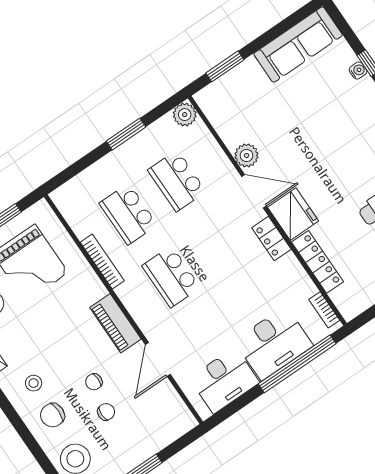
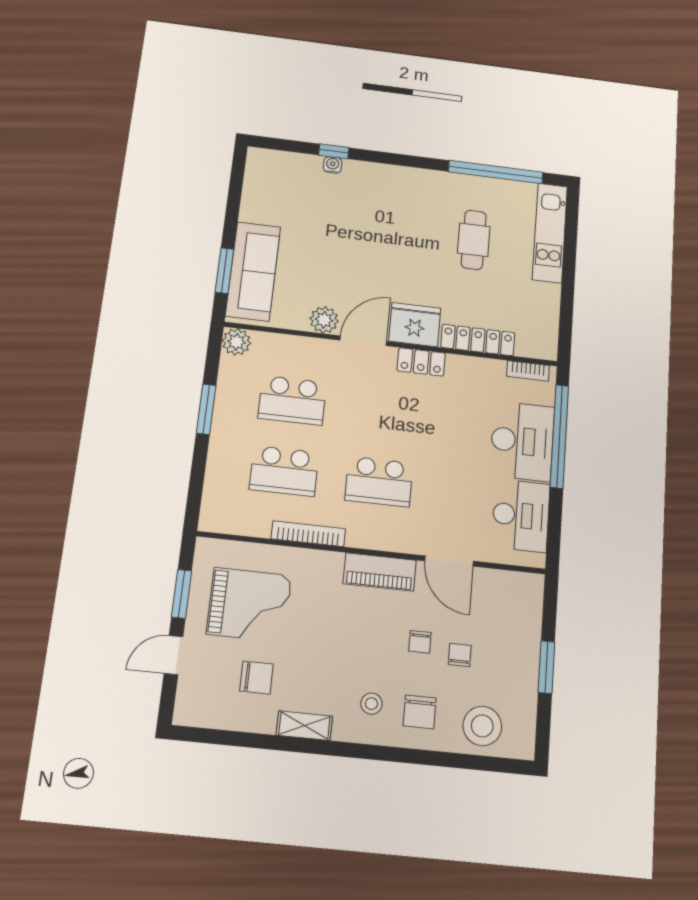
sofa: (298, 44) -> (253, 271), moved

